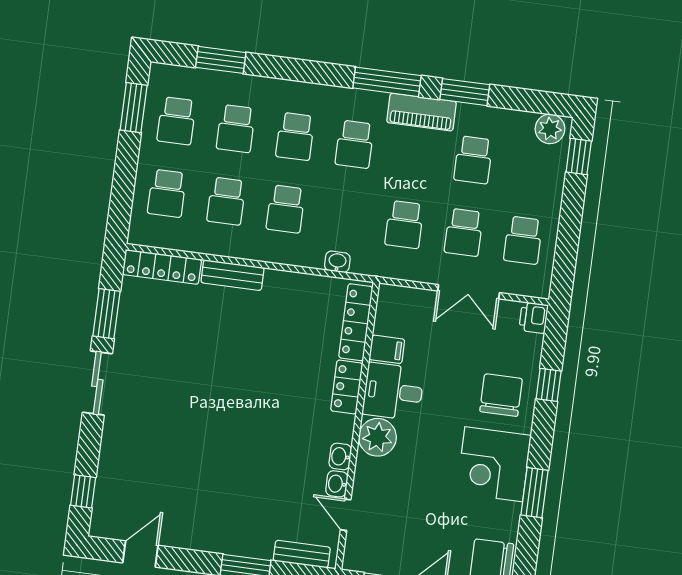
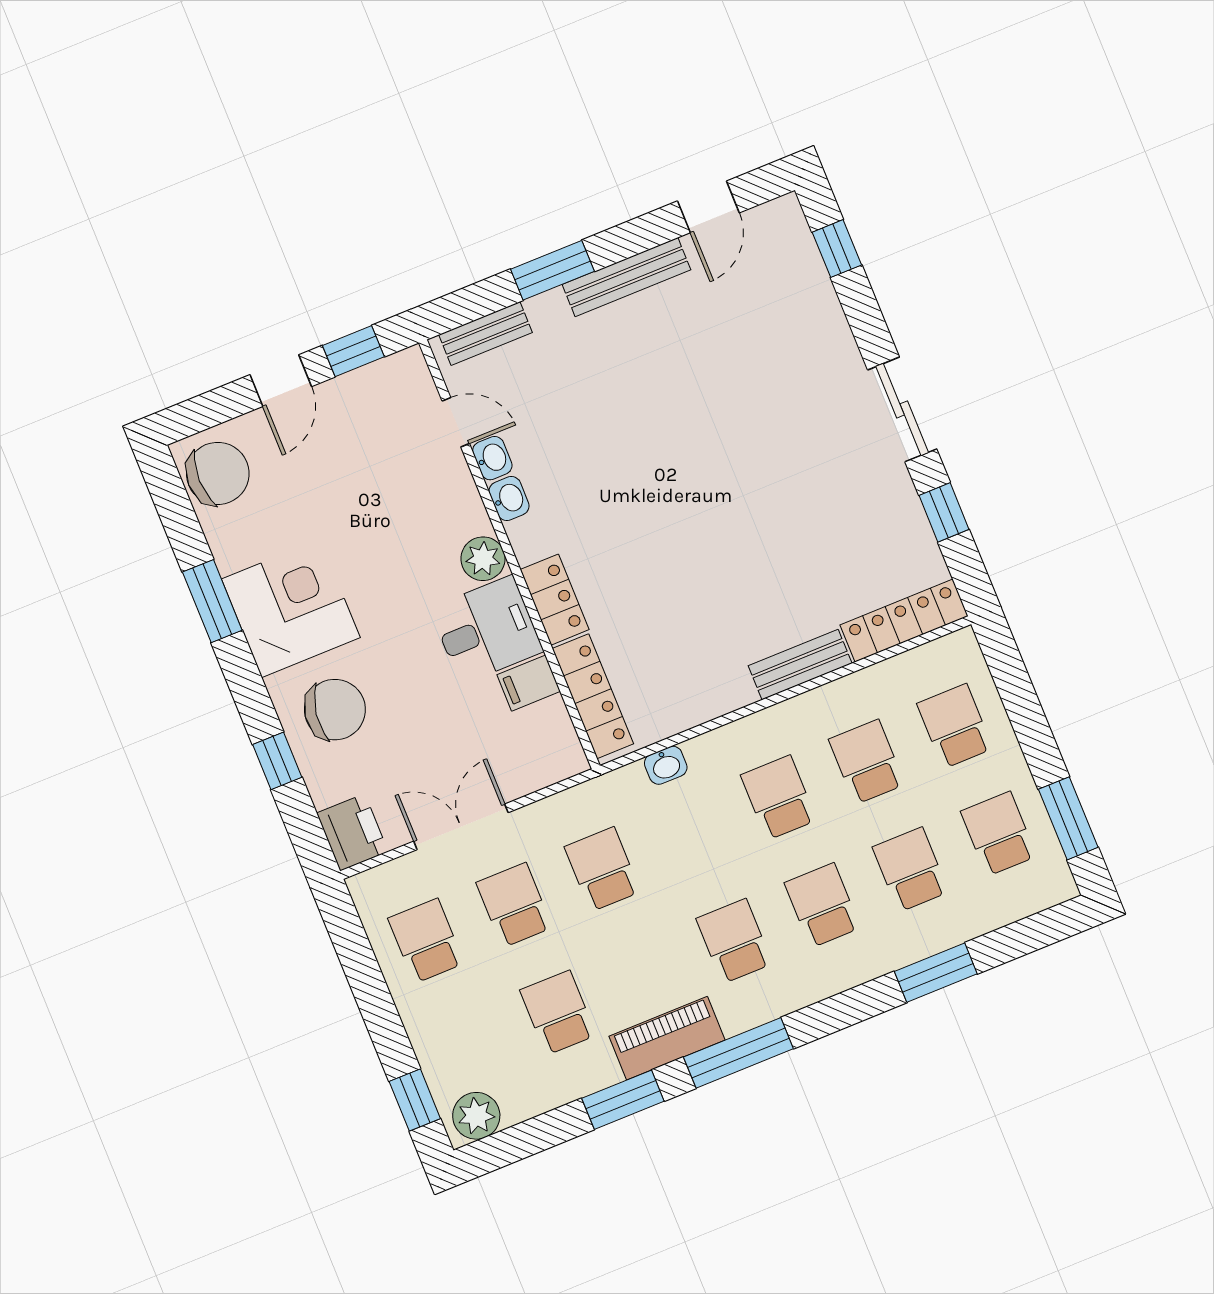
window: (221, 60) -> (936, 973), moved
window: (106, 314) -> (944, 512), width x0.67
printer: (534, 318) -> (352, 832), width x1.36, depth x1.24
chair: (501, 395) -> (335, 710), turned -81
plant: (377, 437) -> (483, 559), width x0.73, depth x0.73
bench: (207, 541) -> (626, 277), added

